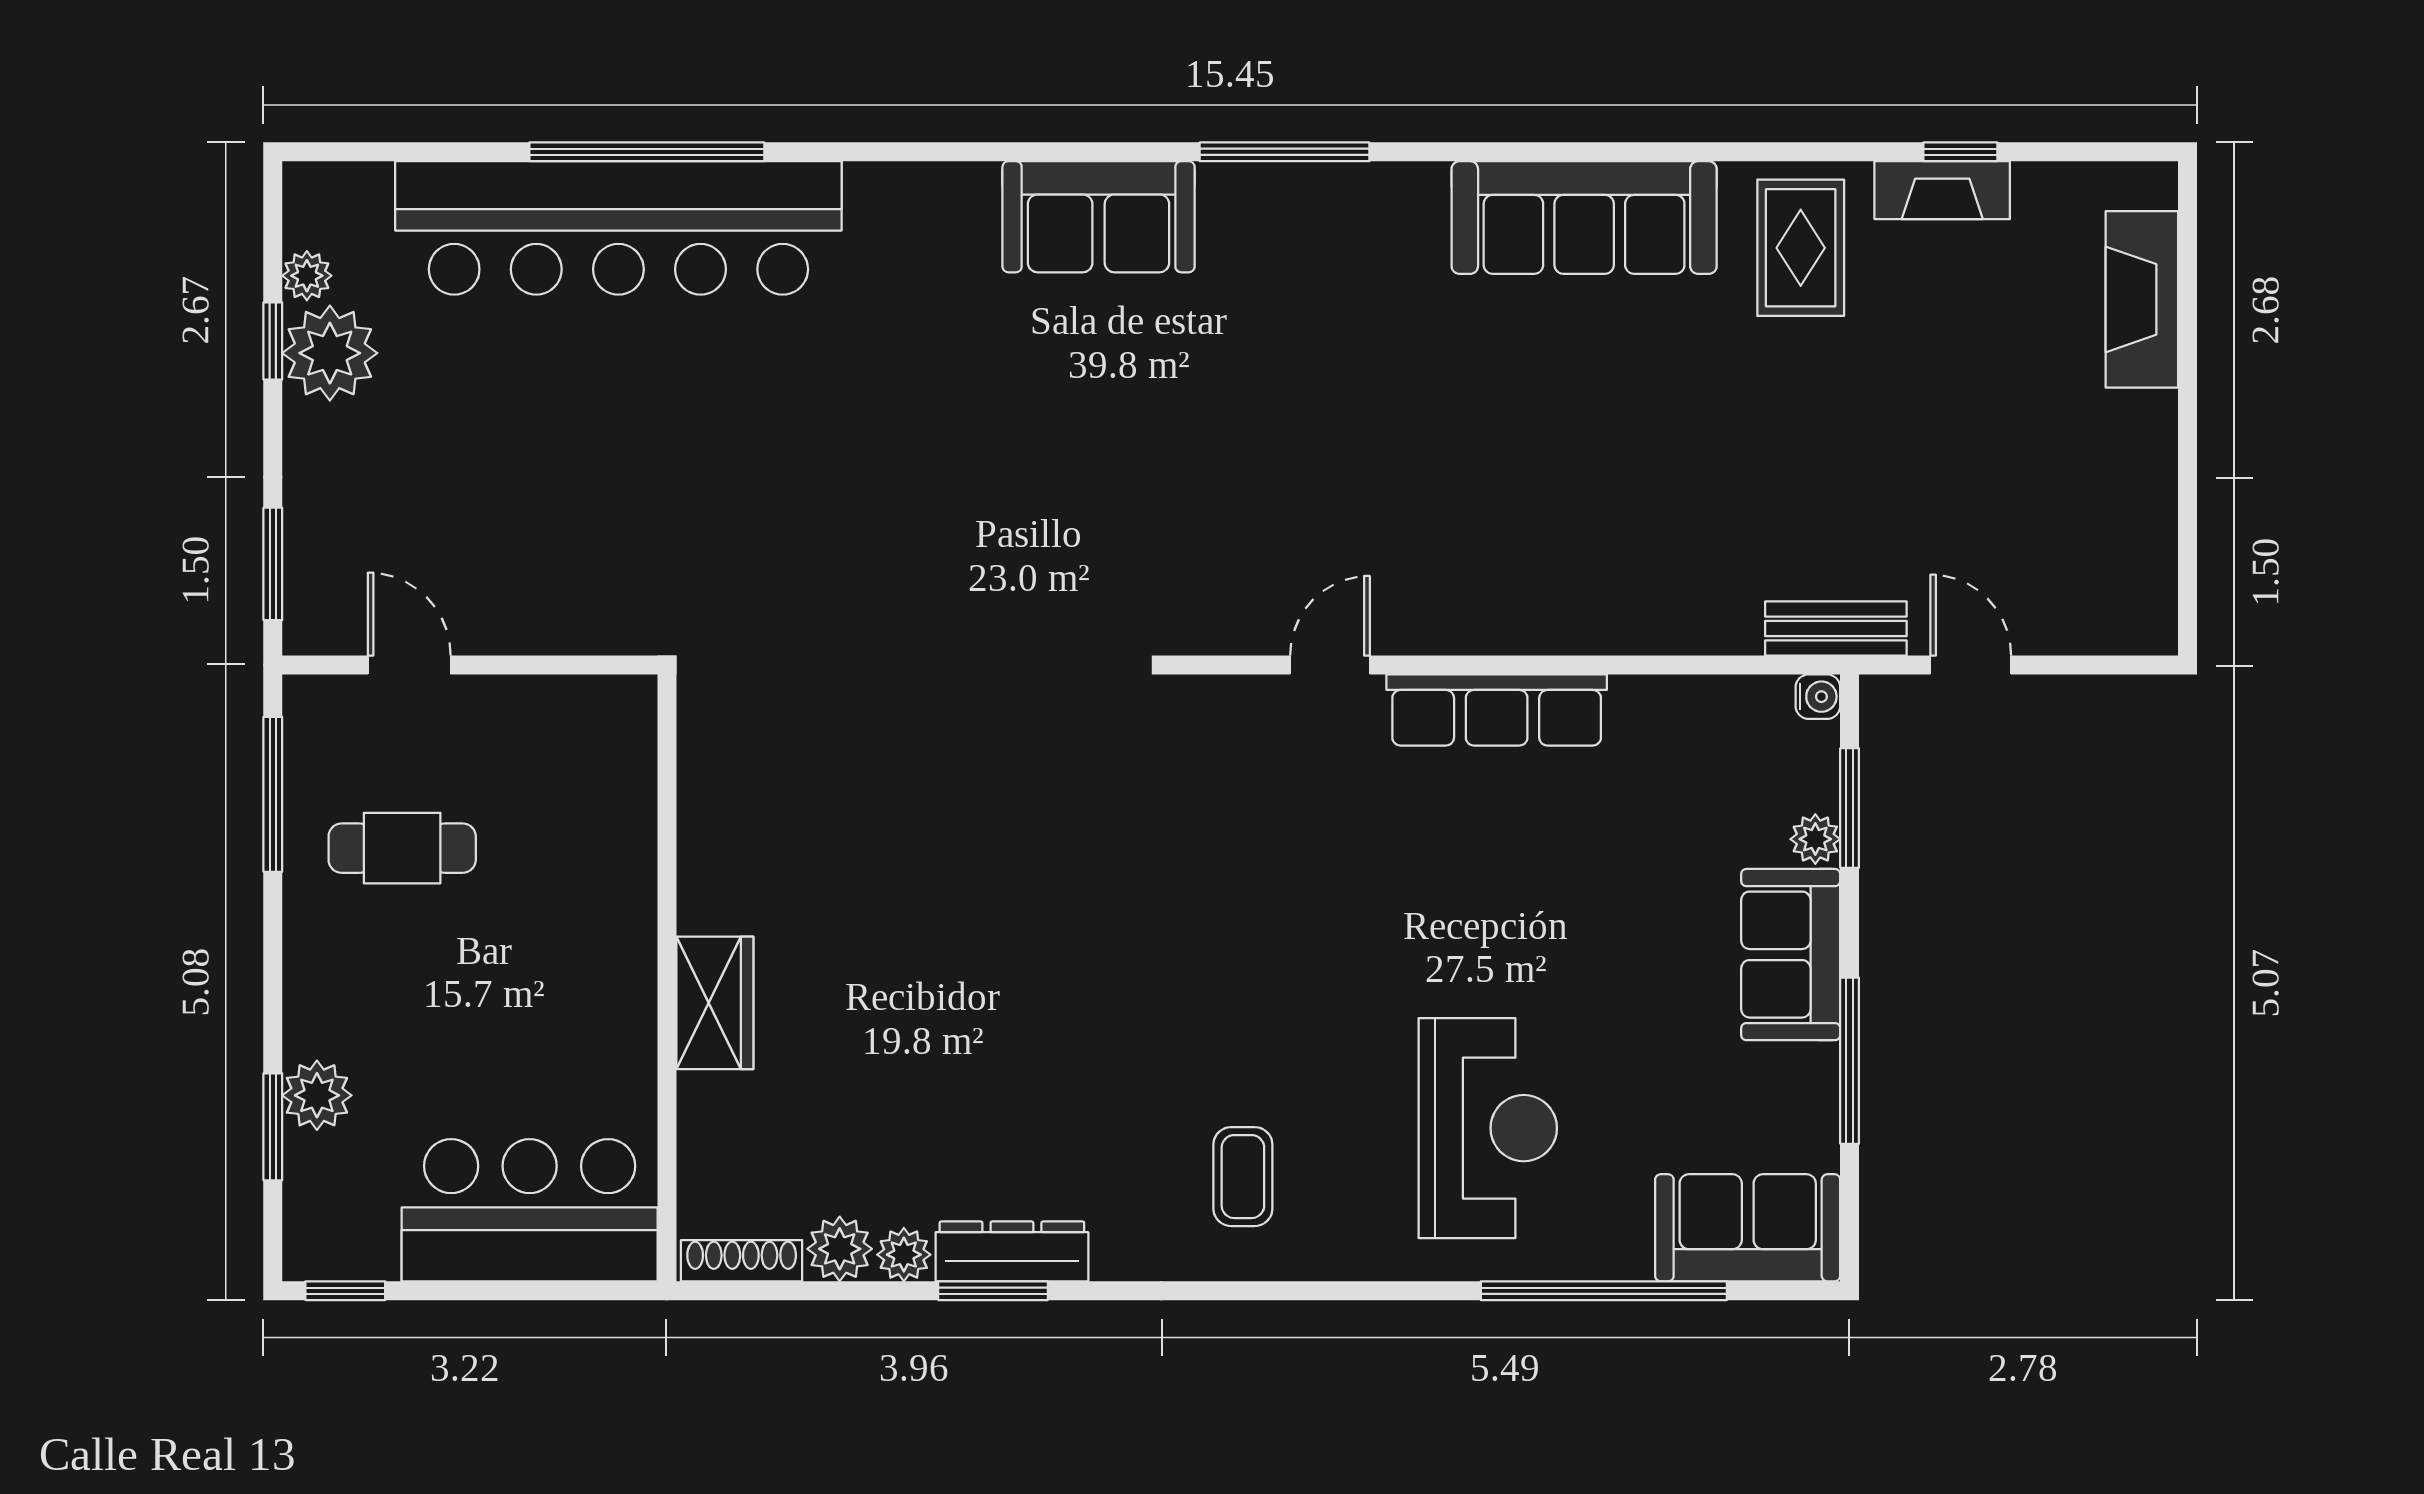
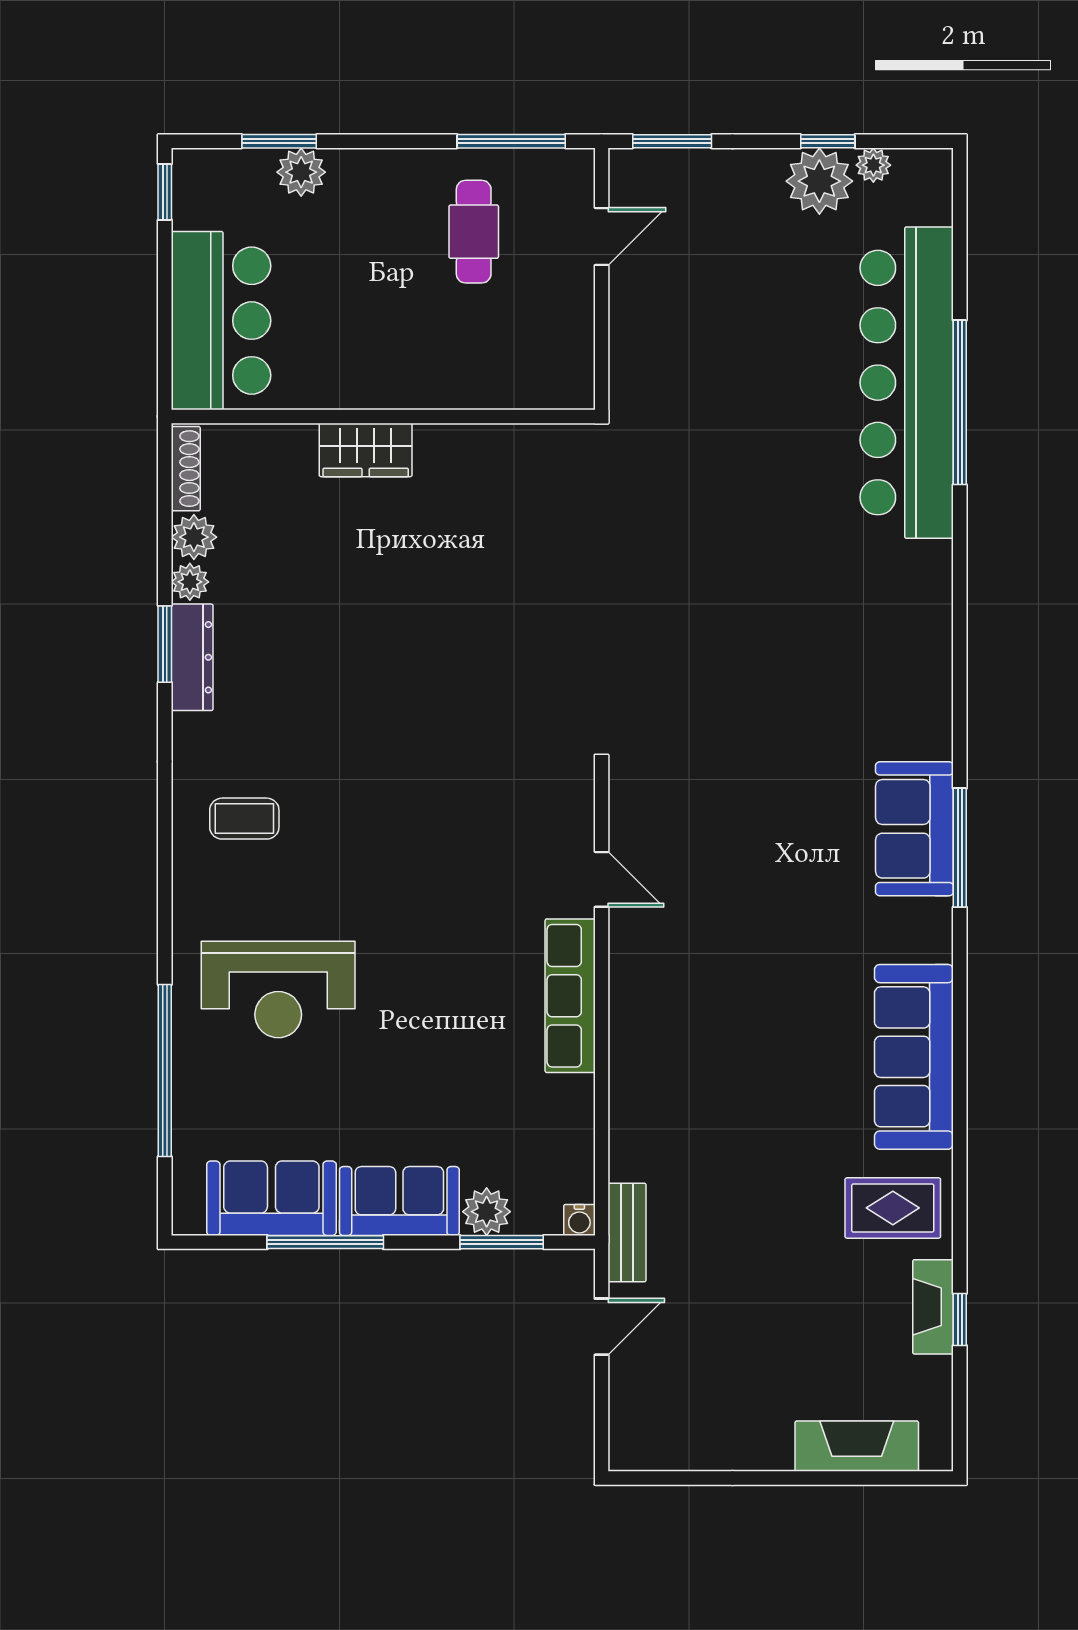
sofa: (1099, 217) -> (914, 829), moved
plant: (1815, 839) -> (487, 1212), width x1.38, depth x1.38
sofa: (1748, 1228) -> (271, 1198), moved, turned -90

